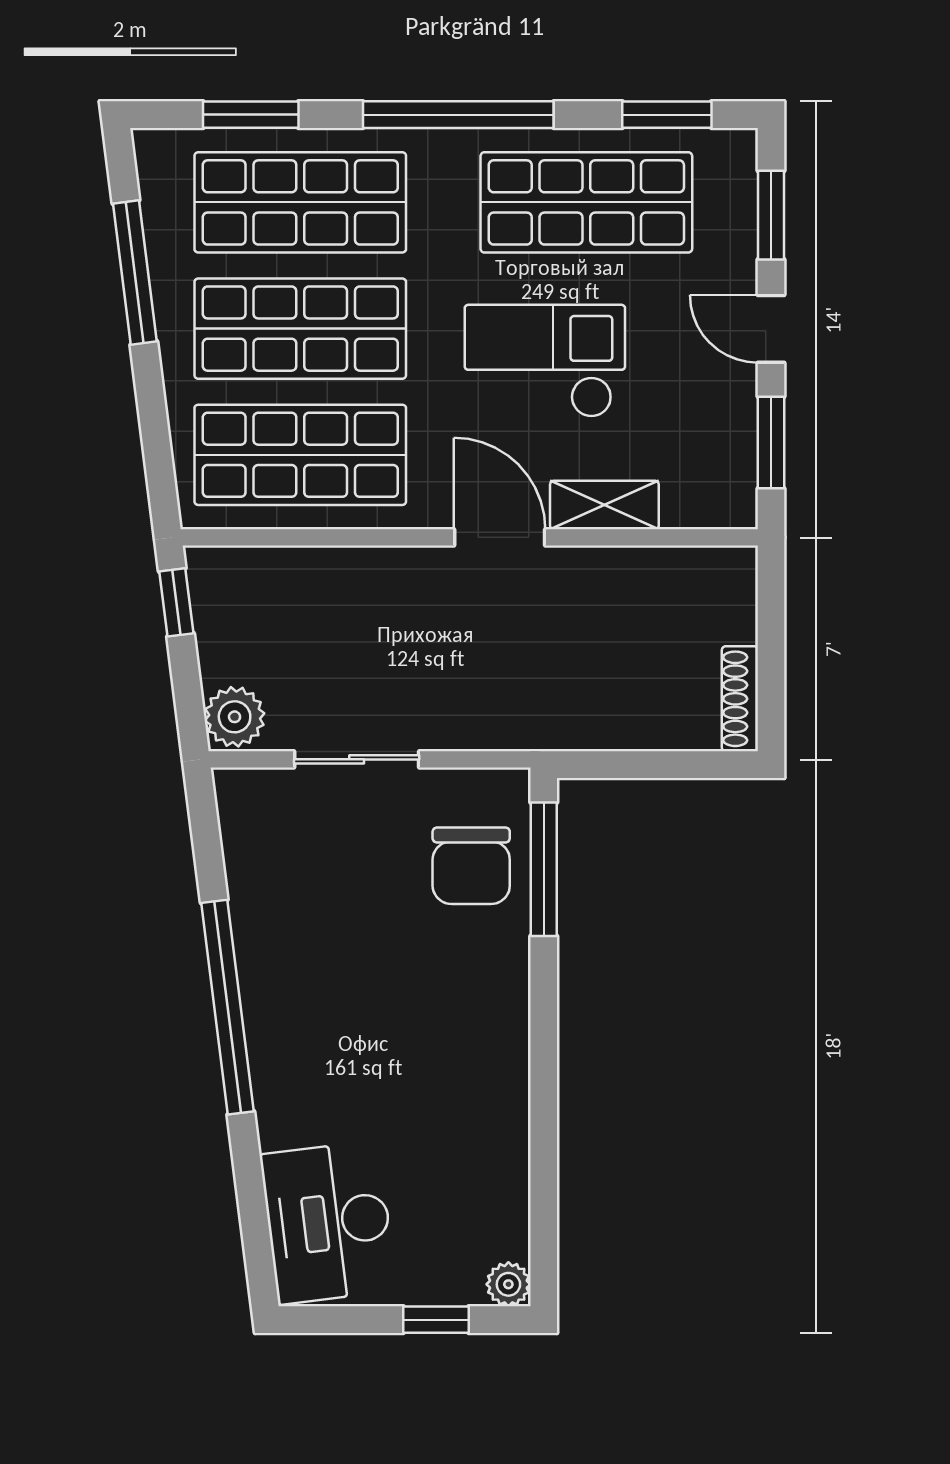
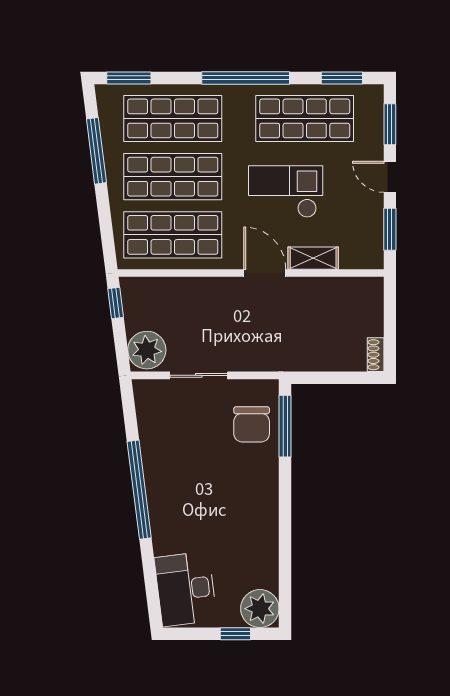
window: (251, 115) -> (129, 78), moved
shoe rack: (740, 699) -> (376, 355), width x0.70
plant: (235, 717) -> (147, 350), width x1.36, depth x1.36
plant: (508, 1284) -> (260, 609), width x1.88, depth x1.88

